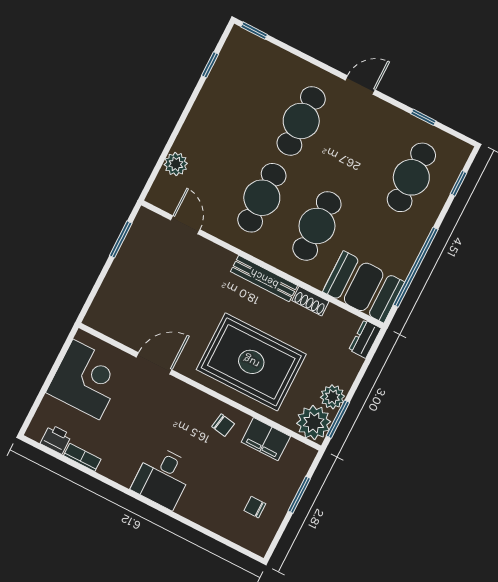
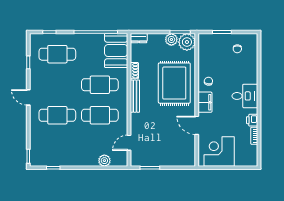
printer: (56, 439) -> (252, 120), moved
filing cabinet: (266, 439) -> (205, 102), moved

